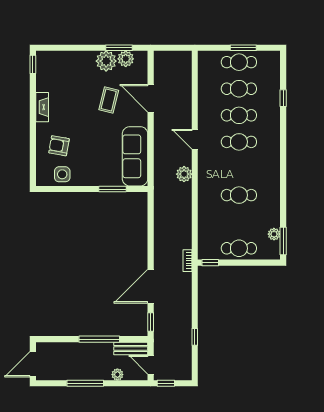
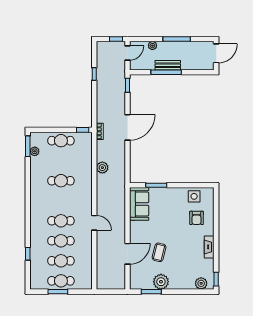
plant: (126, 59) -> (201, 283), moved
door: (151, 98) -> (127, 254), hinge flipped
armchair: (59, 146) -> (197, 218), turned 80
sofa: (135, 156) -> (139, 204), width x0.73
plant: (184, 174) -> (102, 168), moved
door: (151, 286) -> (127, 127), moved
bench: (131, 349) -> (168, 65), moved
door: (151, 365) -> (127, 53), hinge flipped

